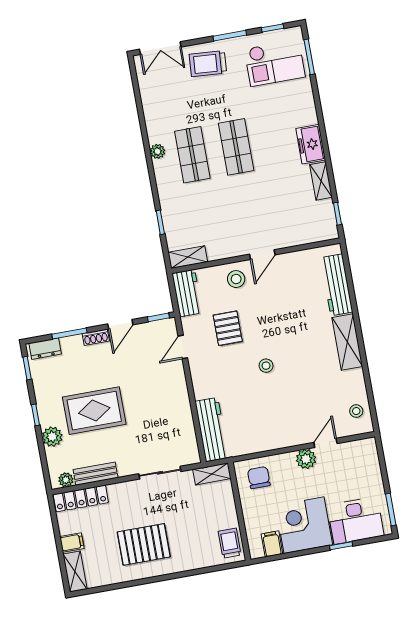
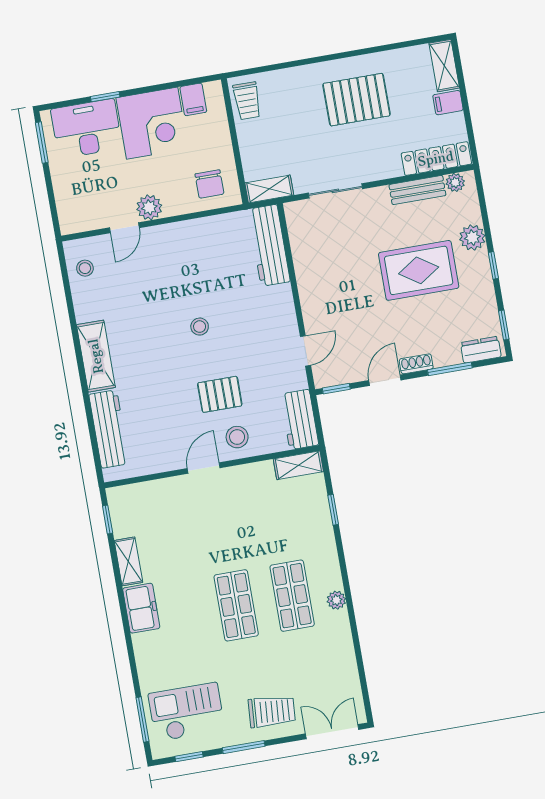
pallet: (228, 328) -> (220, 394), moved, turned 90

